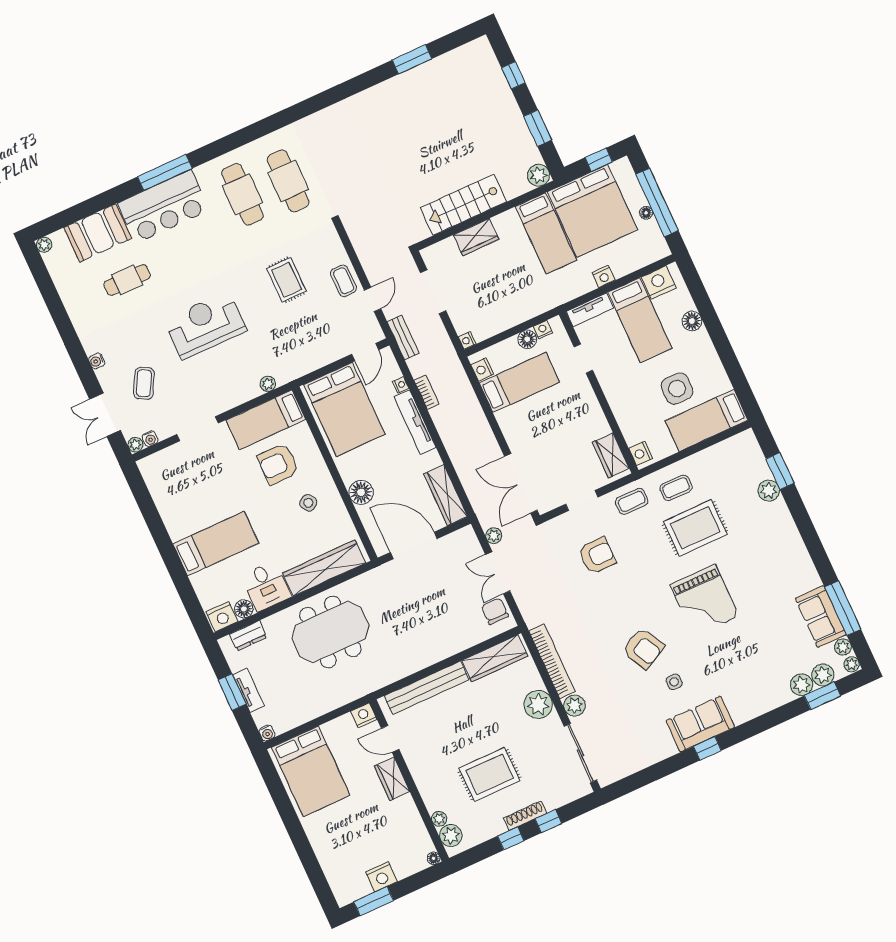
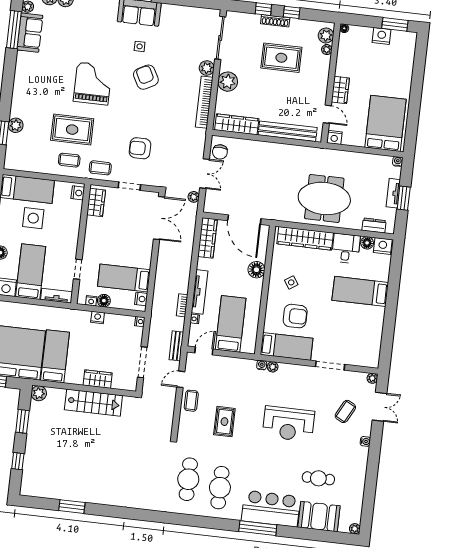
nightstand: (604, 276) -> (98, 317), moved
bed: (344, 409) -> (231, 324), width x0.67
water cooler: (150, 439) -> (262, 365), moved

